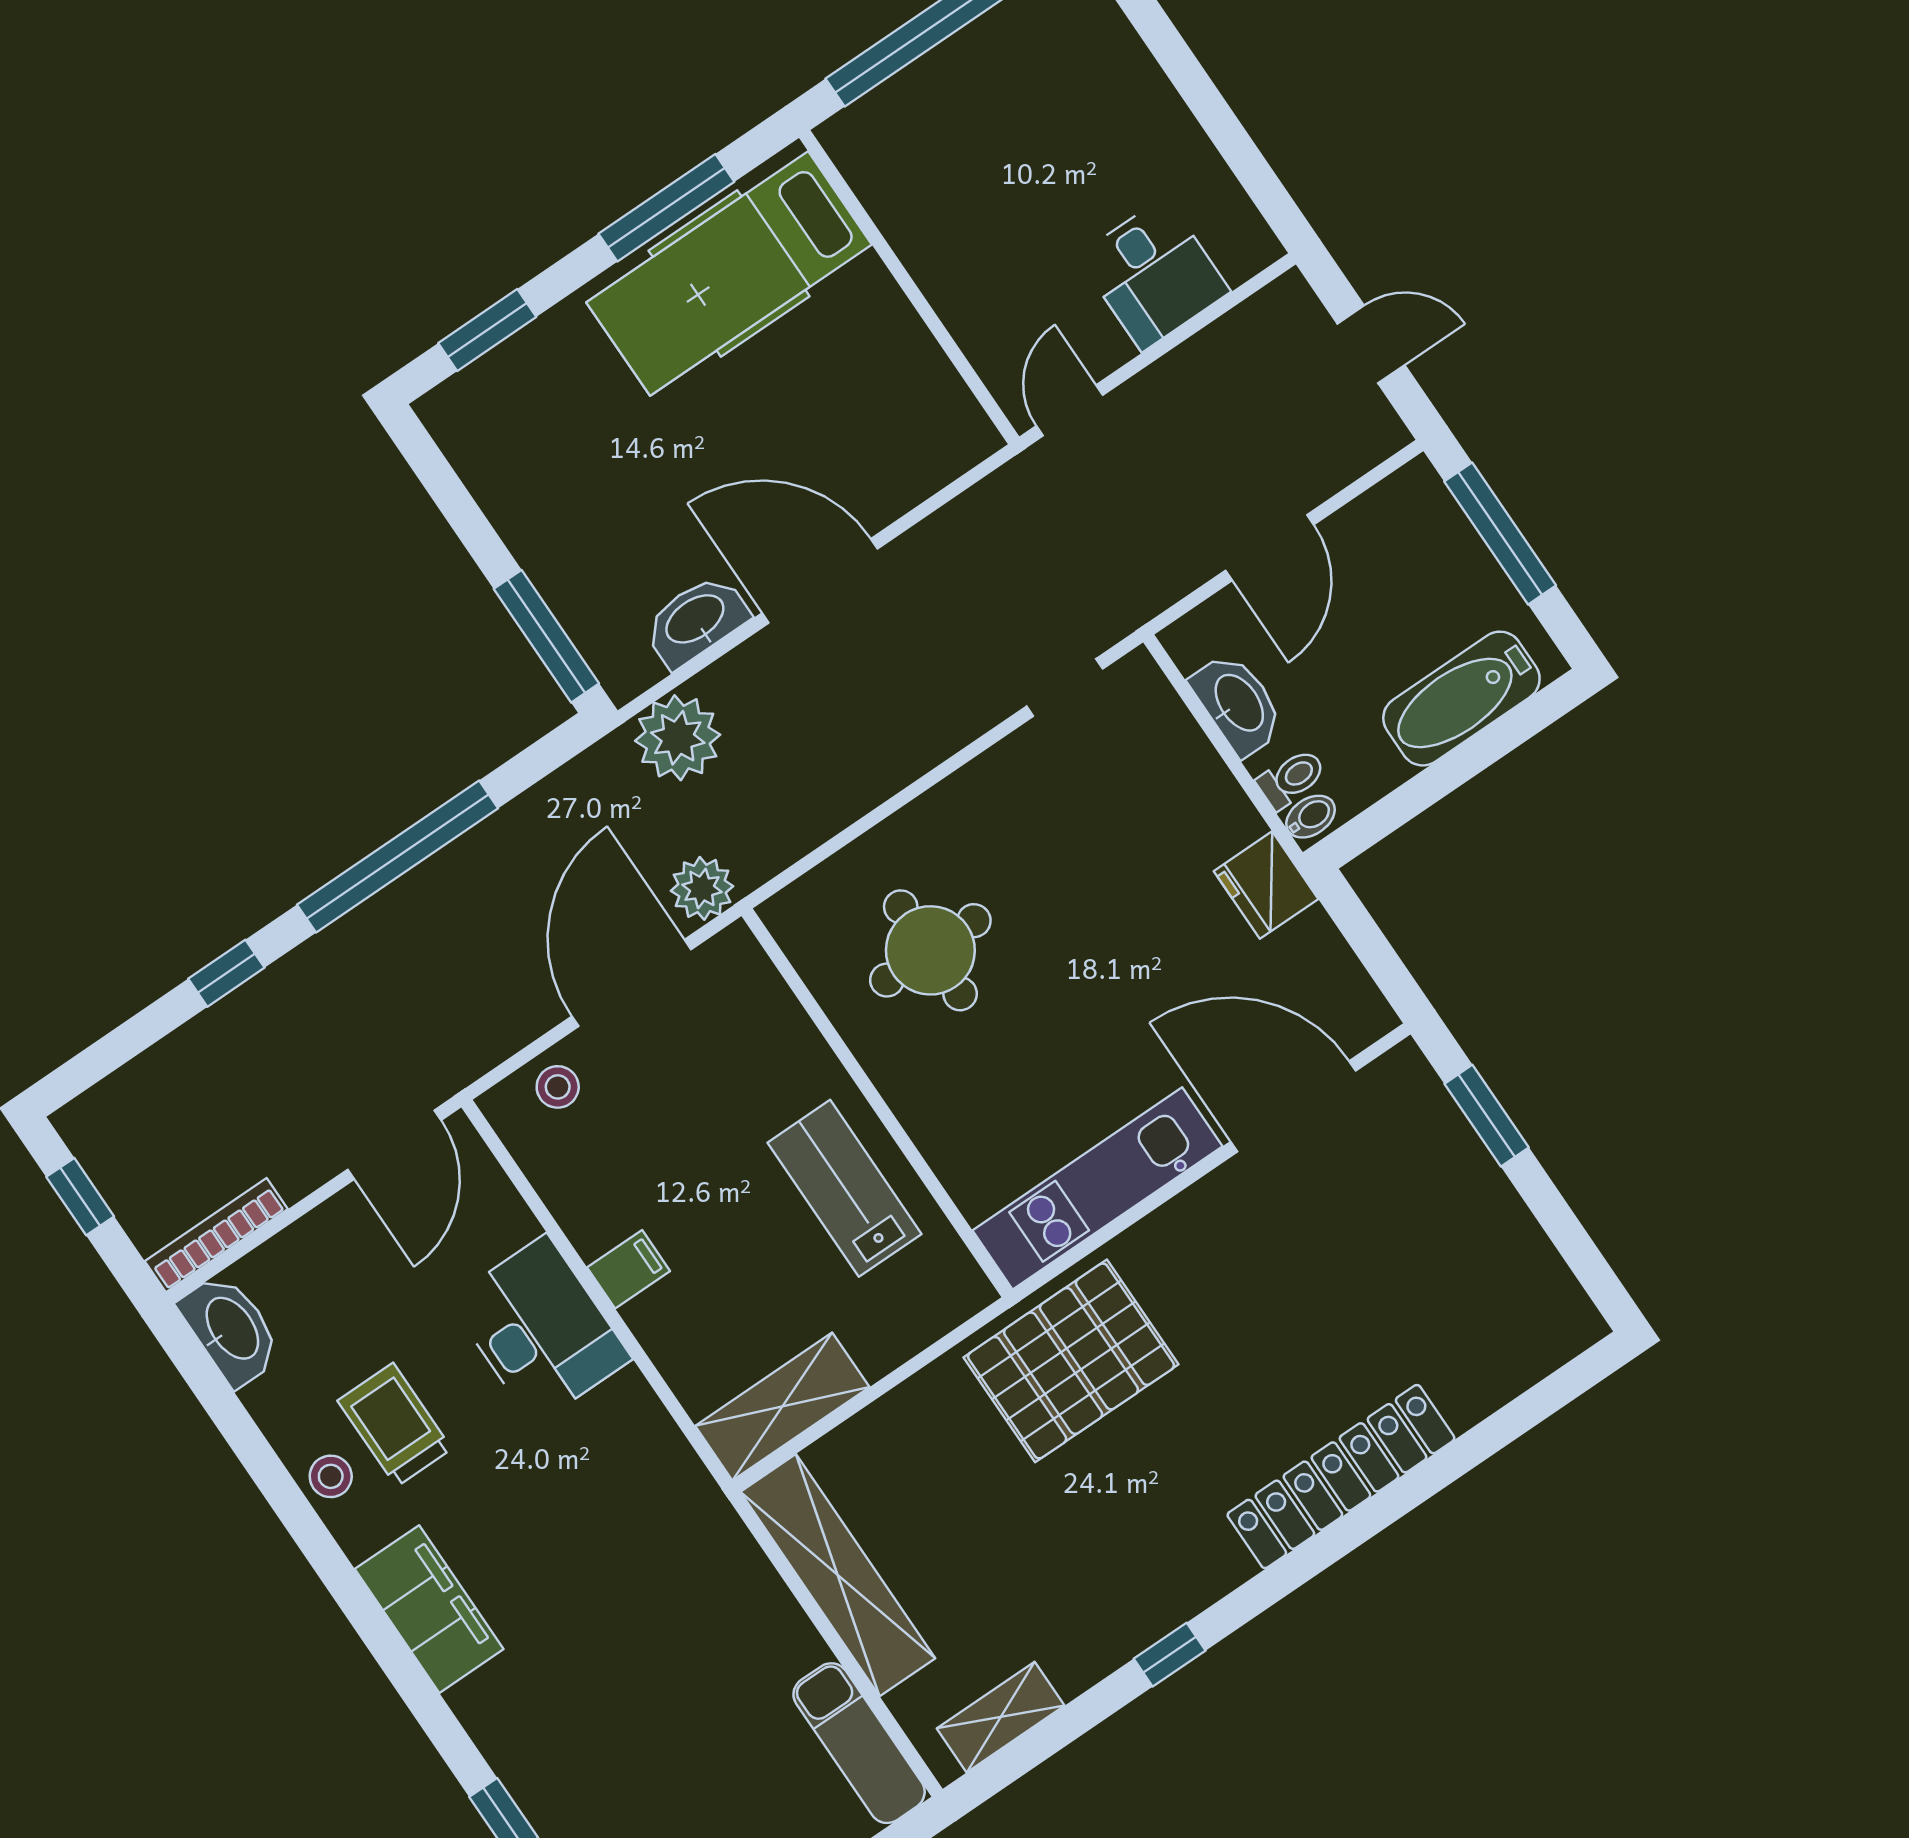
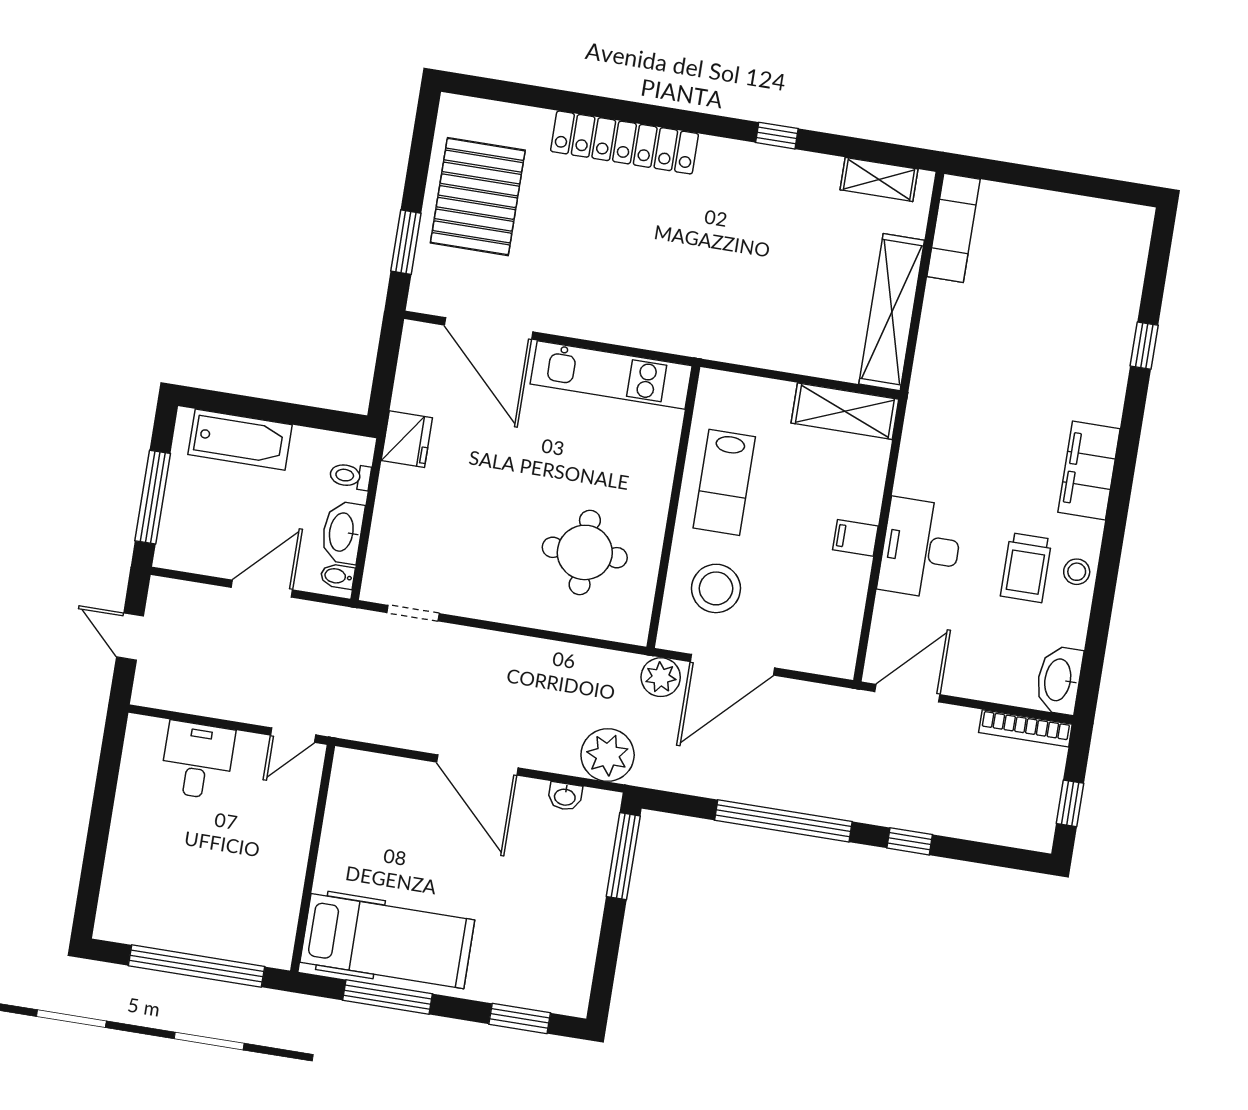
washbasin: (696, 620) -> (565, 796), width x0.52, depth x0.69
bidet: (1311, 817) -> (337, 576), moved
stool: (558, 1087) -> (716, 588), moved, width x1.89, depth x1.89
pallet: (1071, 1361) -> (478, 197), moved, turned 90

